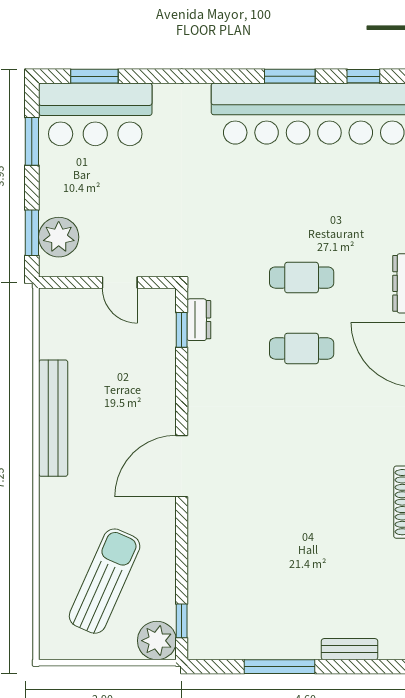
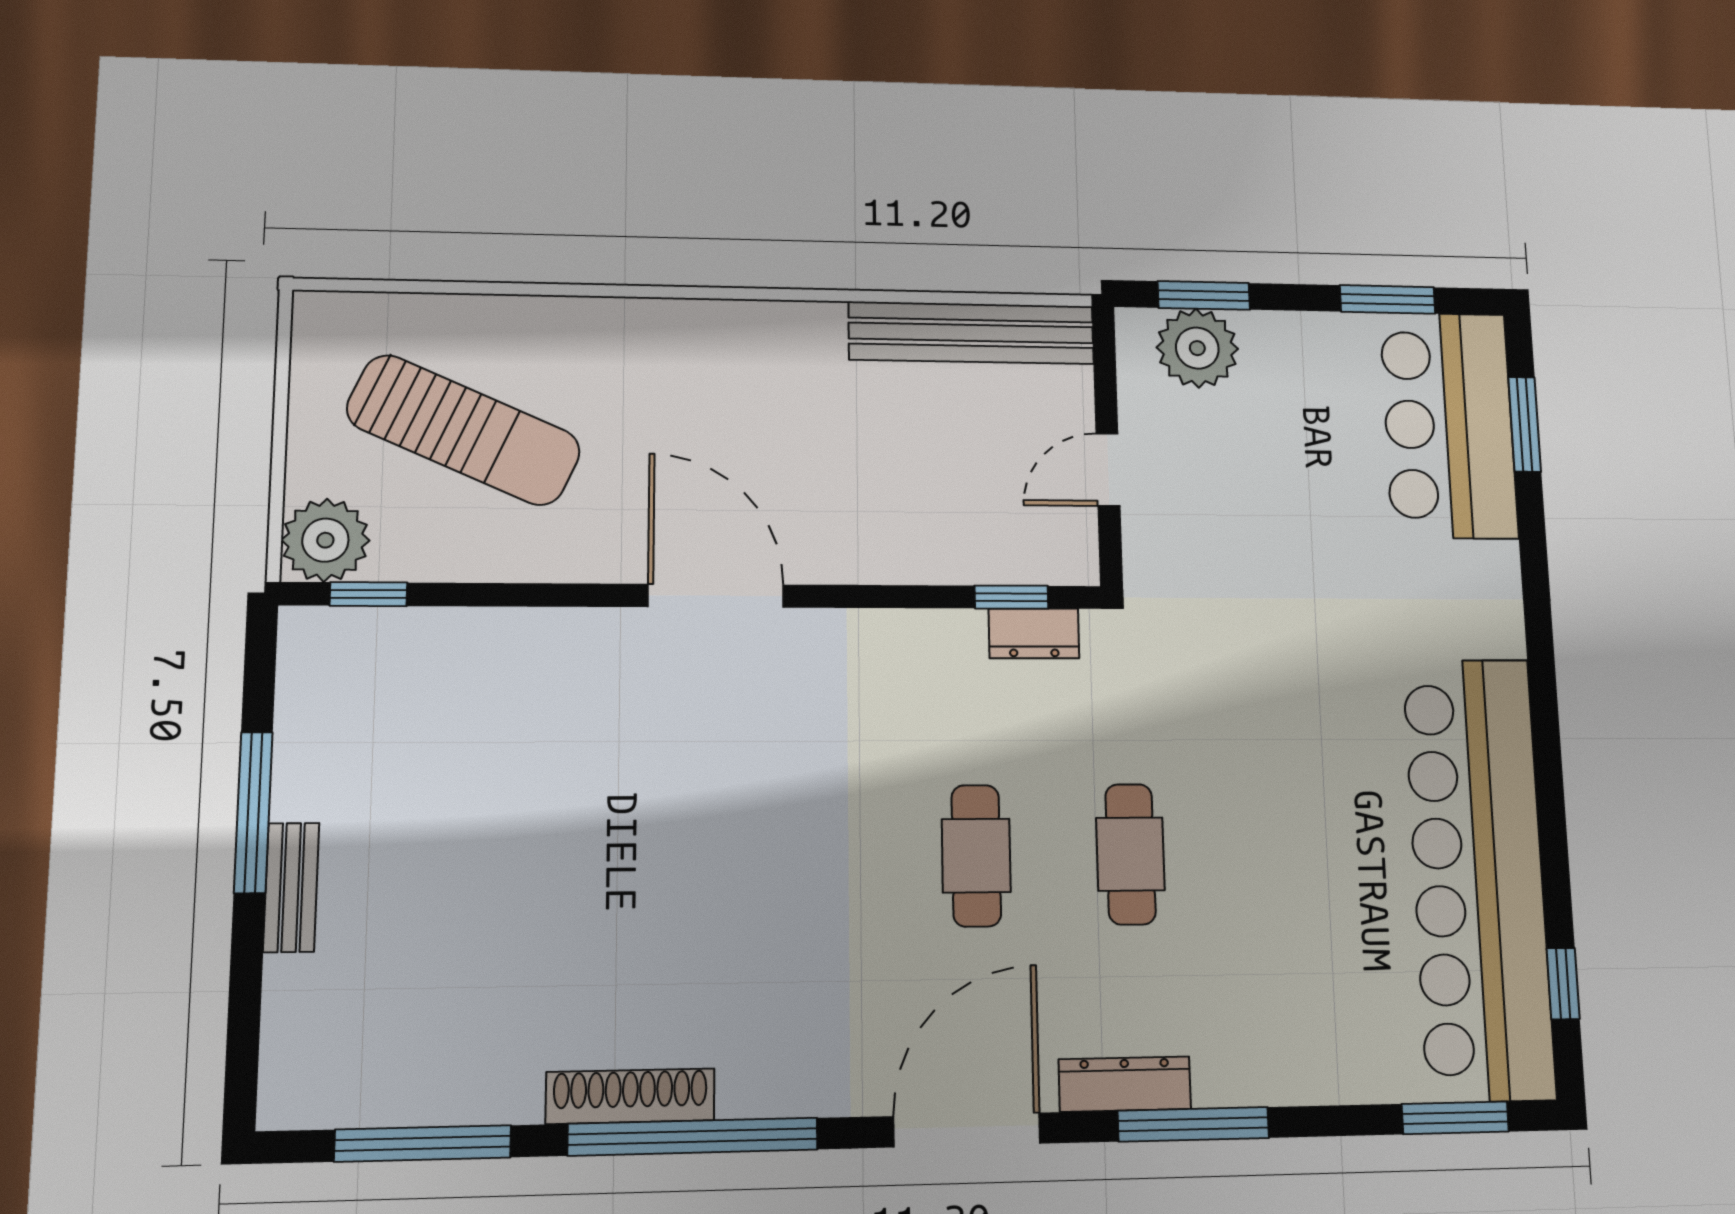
window: (290, 76) -> (1552, 825), removed
bench: (53, 418) -> (972, 333), moved
bench: (350, 649) -> (291, 887), moved

